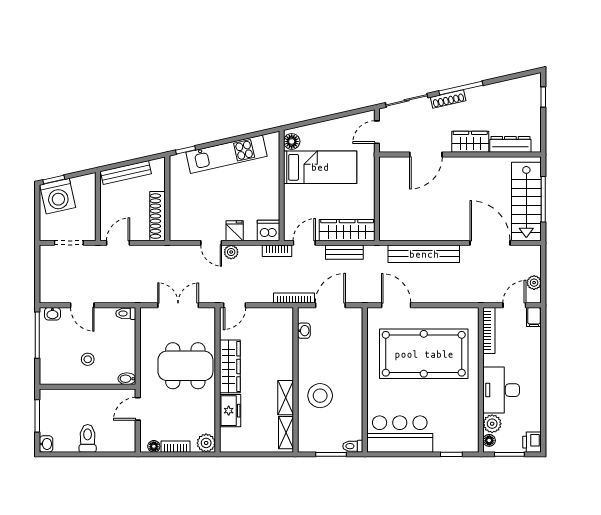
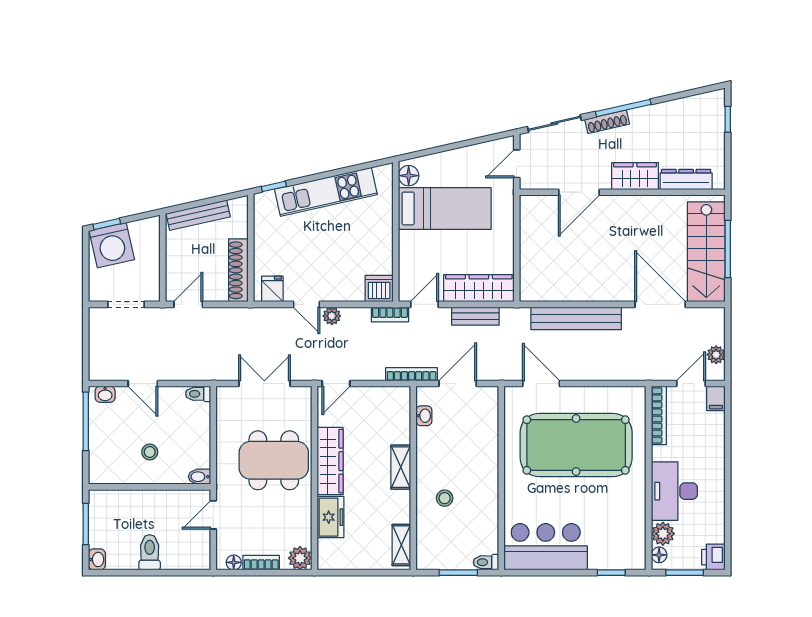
fridge: (235, 231) -> (272, 289), moved
stool: (320, 396) -> (445, 498), width x0.53, depth x0.53
shelving: (286, 398) -> (401, 467), moved

